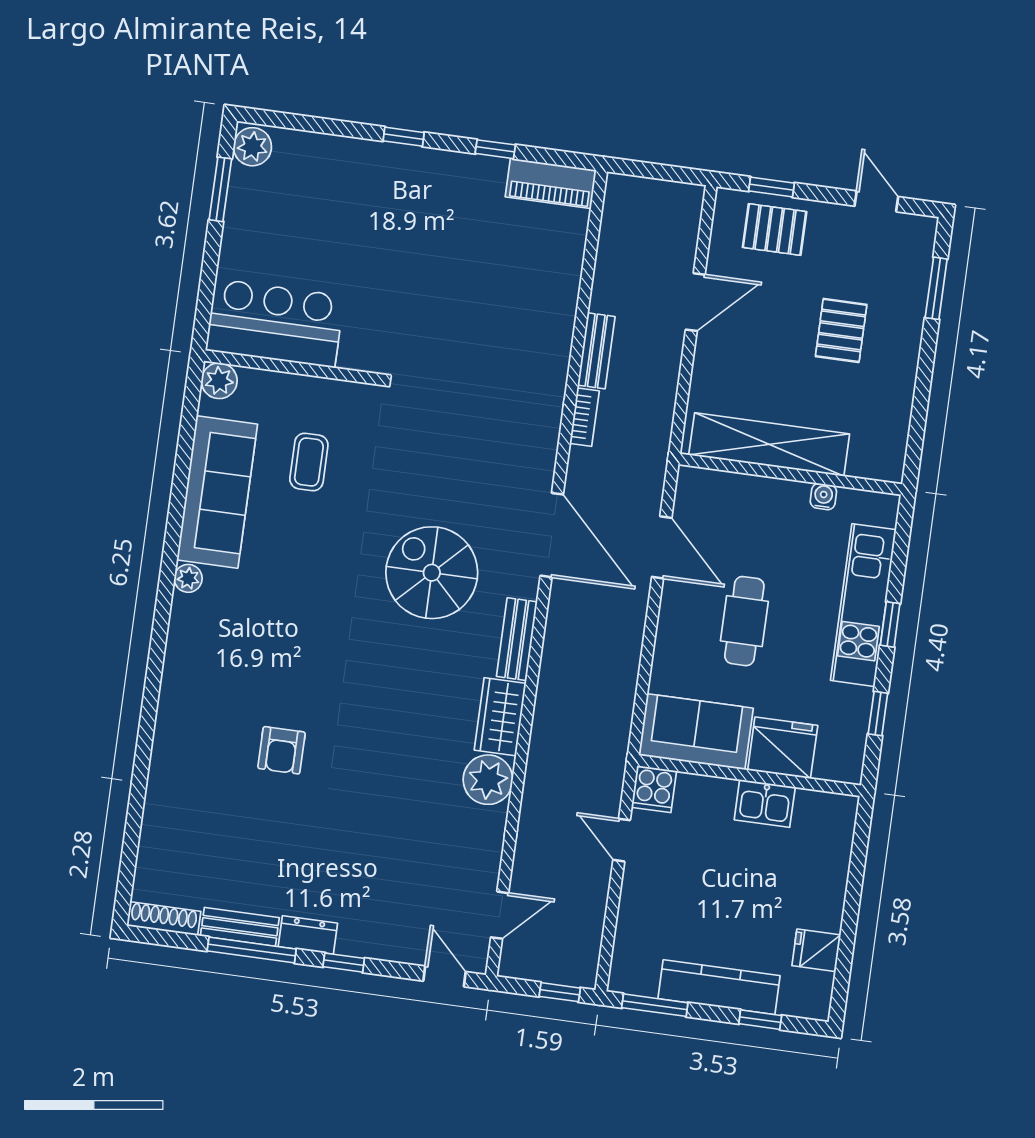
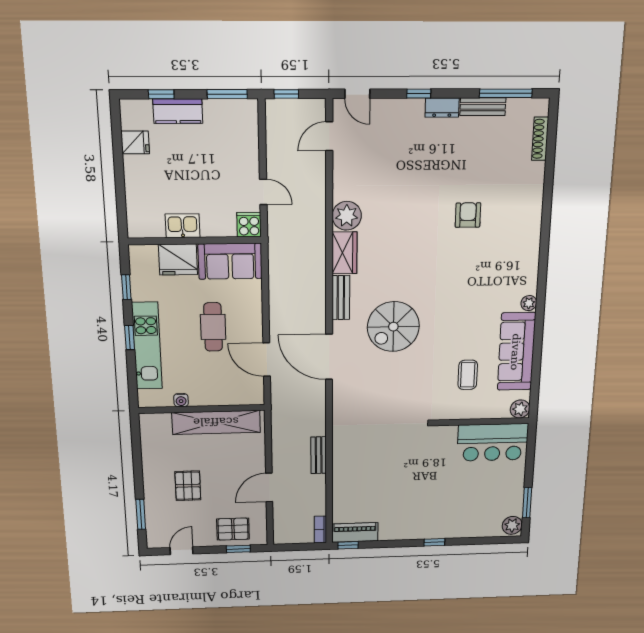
window: (495, 149) -> (348, 545), moved
door: (876, 201) -> (182, 551), swing flipped
bookcase: (584, 417) -> (320, 529), moved
spiral stairs: (432, 573) -> (393, 327), turned 90
shoe rack: (164, 919) -> (540, 139), moved, turned 90
window: (252, 950) -> (506, 93), moved
kitchen counter: (719, 987) -> (178, 111), width x0.67

